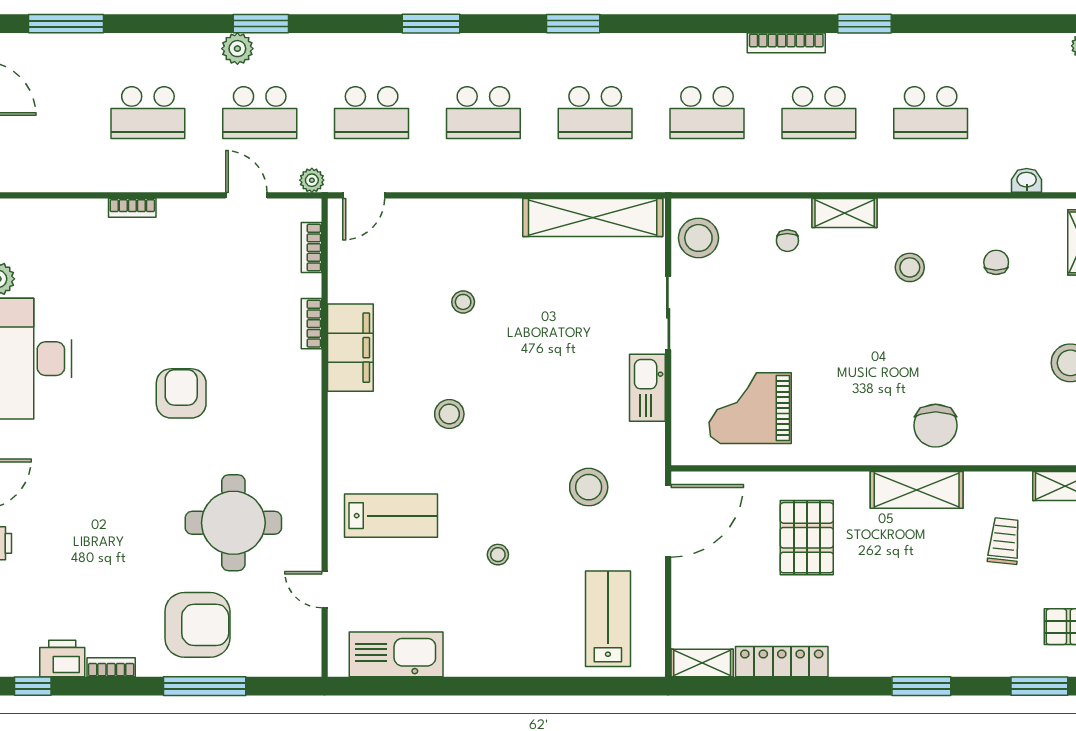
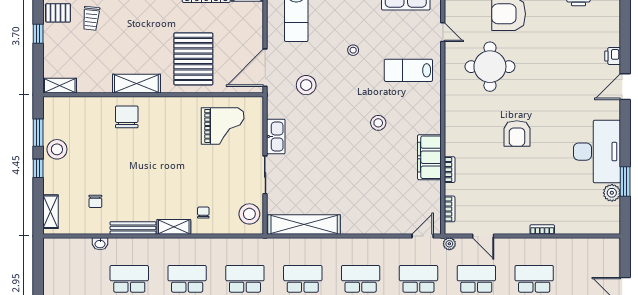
washbasin: (1027, 180) -> (100, 244), moved
bench: (923, 211) -> (133, 228), added
stool: (910, 267) -> (140, 199), removed
stool: (463, 302) -> (371, 181), removed
pallet: (807, 538) -> (193, 59), width x1.37, depth x1.41
trolley: (1004, 541) -> (91, 18), moved

